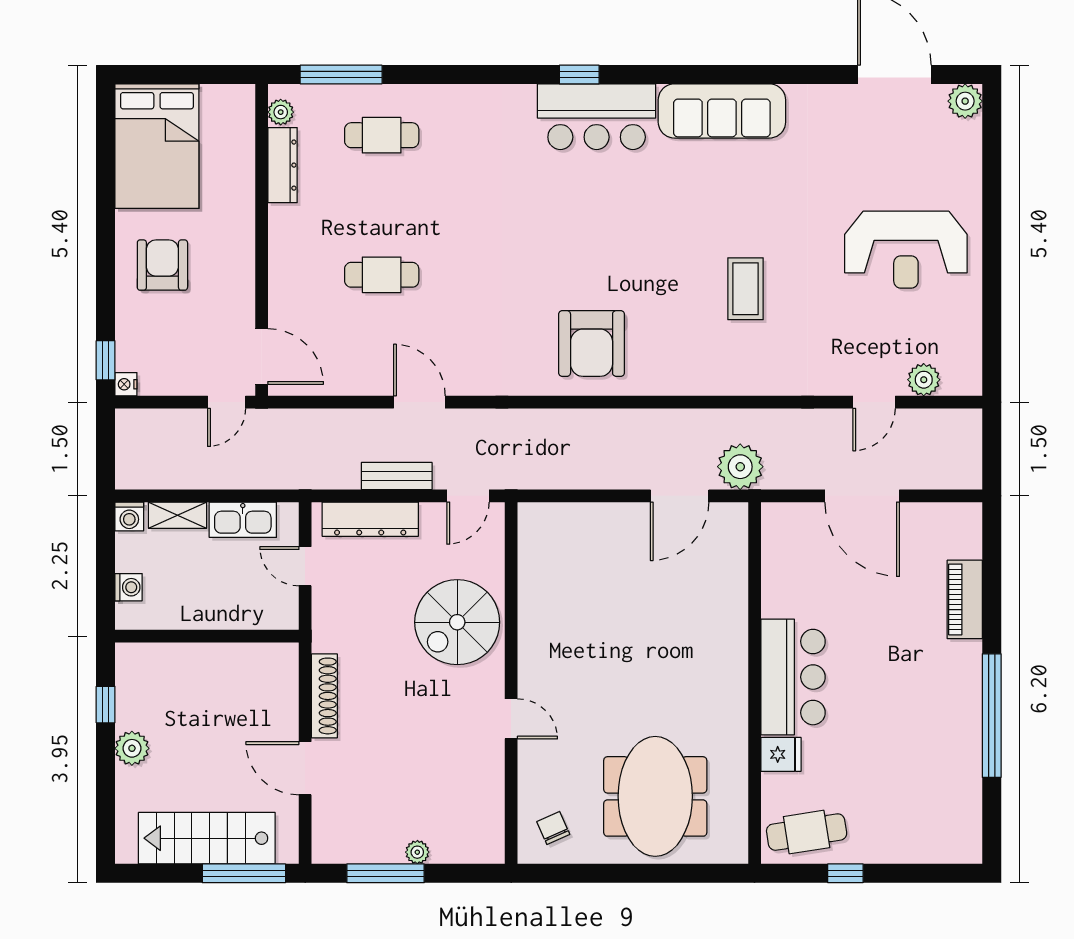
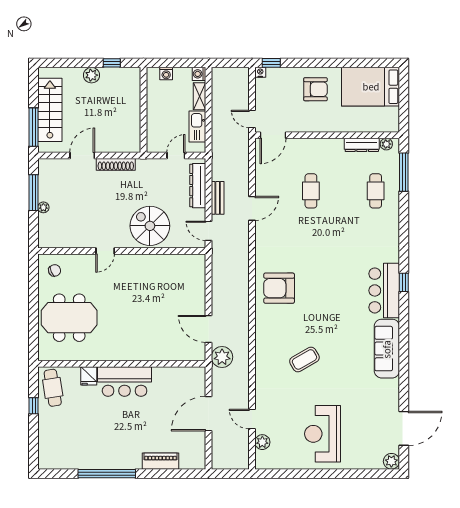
coffee table: (746, 289) -> (304, 359), turned -30

